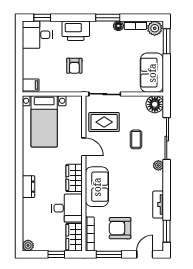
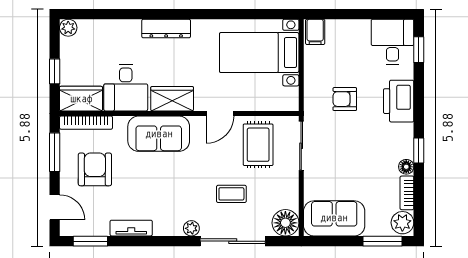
window: (108, 18) -> (419, 150), width x0.67
dresser: (29, 187) -> (166, 29), width x1.44

